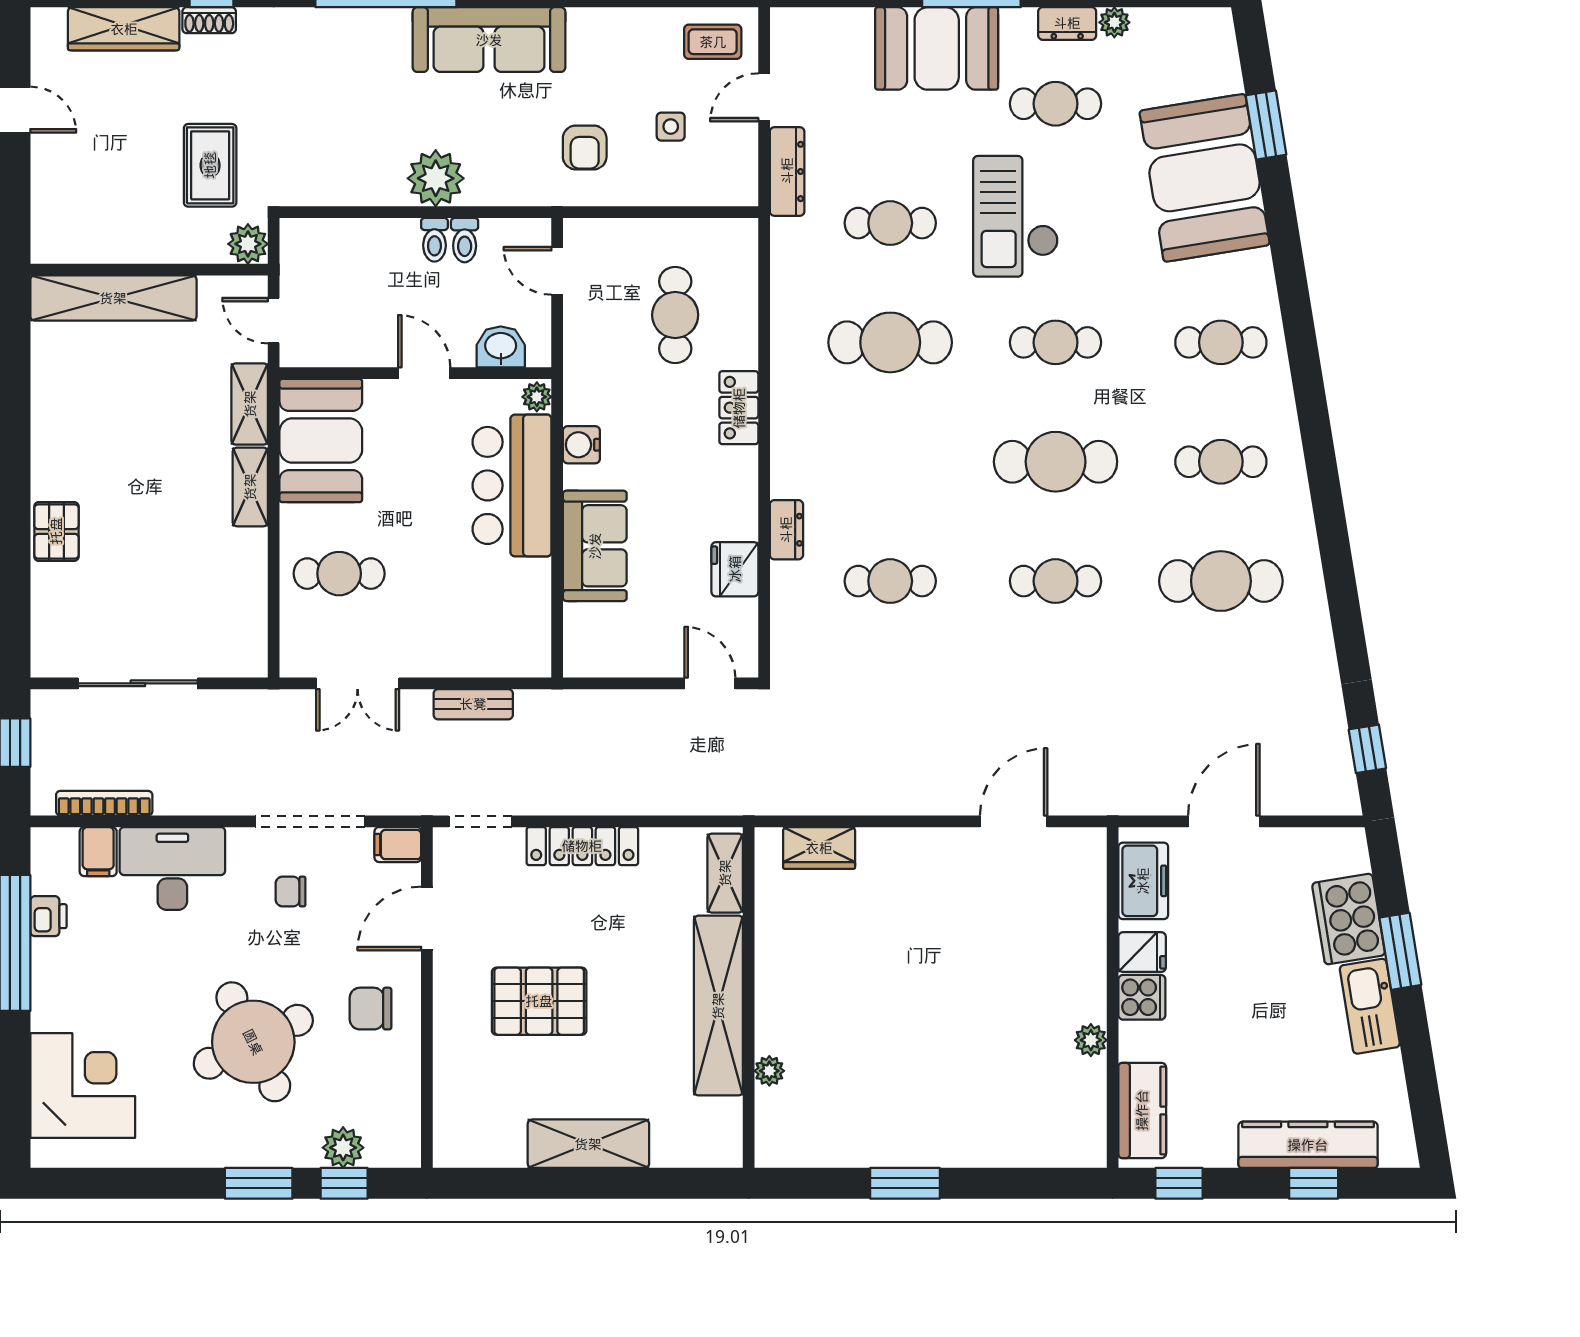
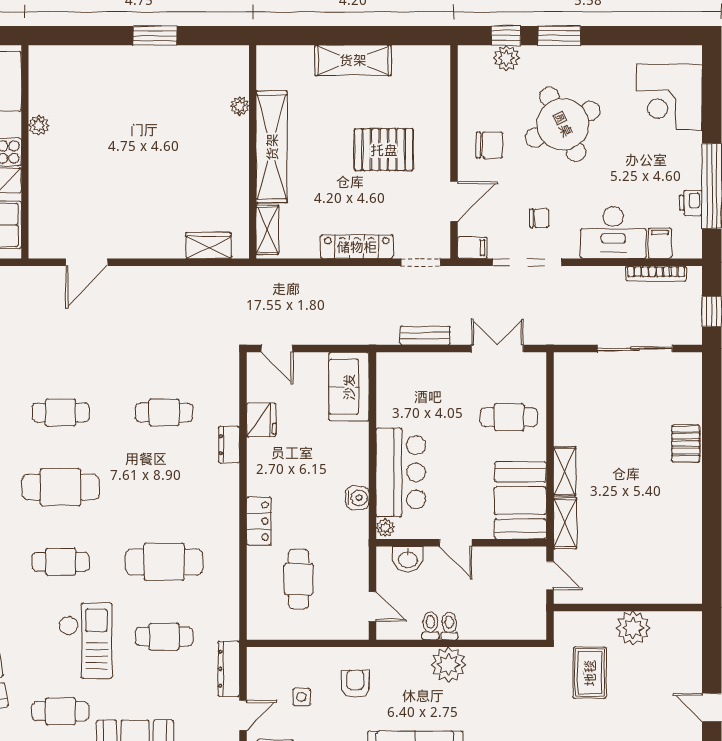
plant: (248, 244) -> (633, 628), moved, width x1.36, depth x1.36
shelving: (113, 298) -> (650, 590), removed
sofa: (595, 546) -> (349, 387), moved

